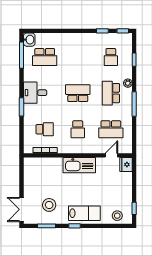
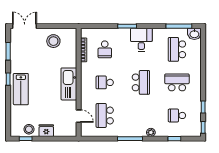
school desk: (111, 93) -> (177, 82), moved
fridge: (126, 164) -> (46, 131), moved
stool: (49, 205) -> (53, 41), moved
stool: (117, 216) -> (29, 129), moved

